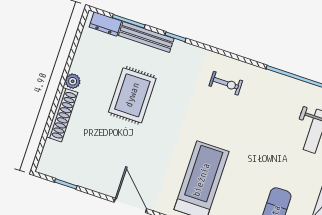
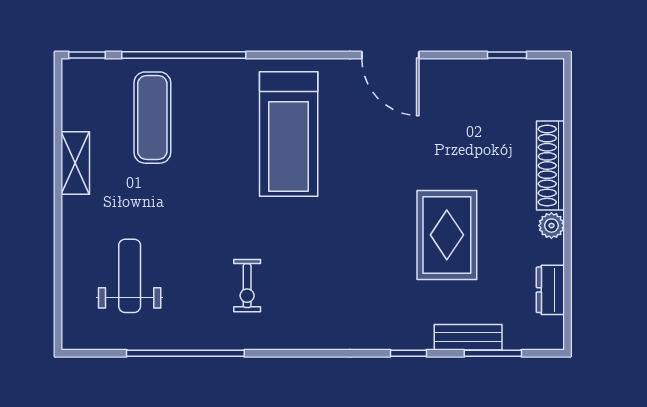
dresser: (105, 24) -> (550, 290), moved, turned -90
bench: (146, 37) -> (468, 337), width x0.73
exercise bike: (226, 83) -> (247, 286), moved, turned -90

